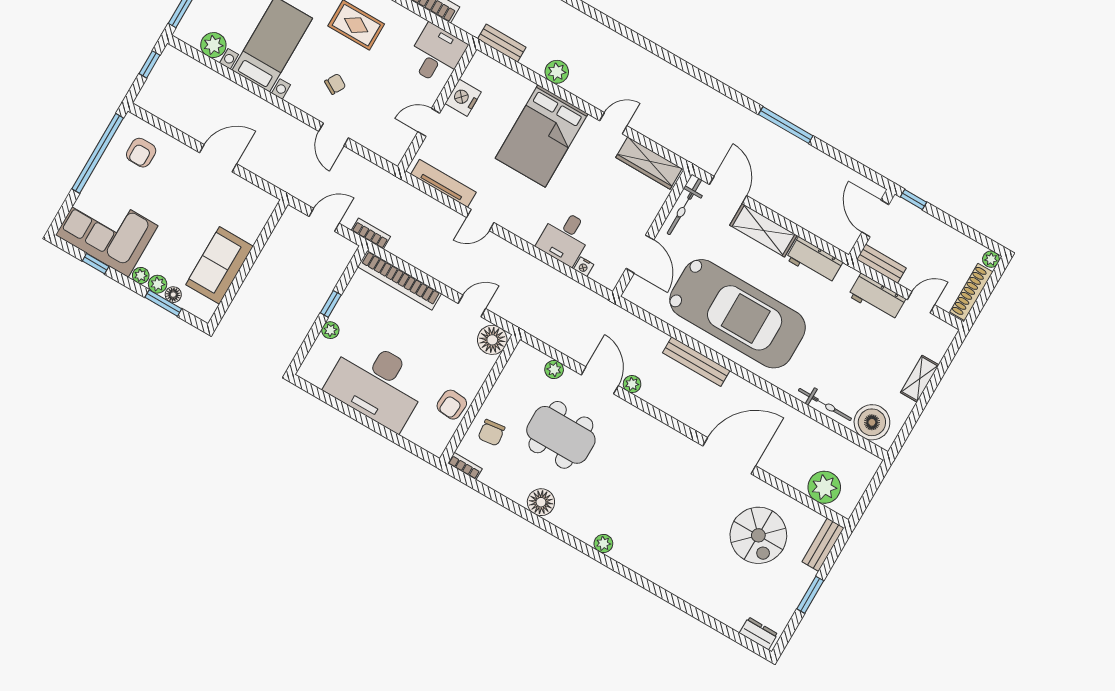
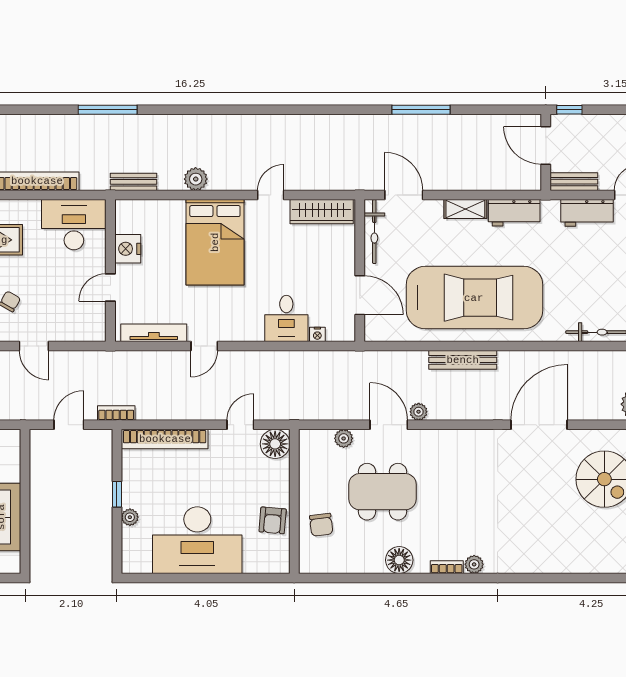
desk: (436, 54) -> (74, 225), width x1.37
shelving: (763, 230) -> (465, 209), width x0.67, depth x0.75
bookcase: (465, 466) -> (447, 567), moved

